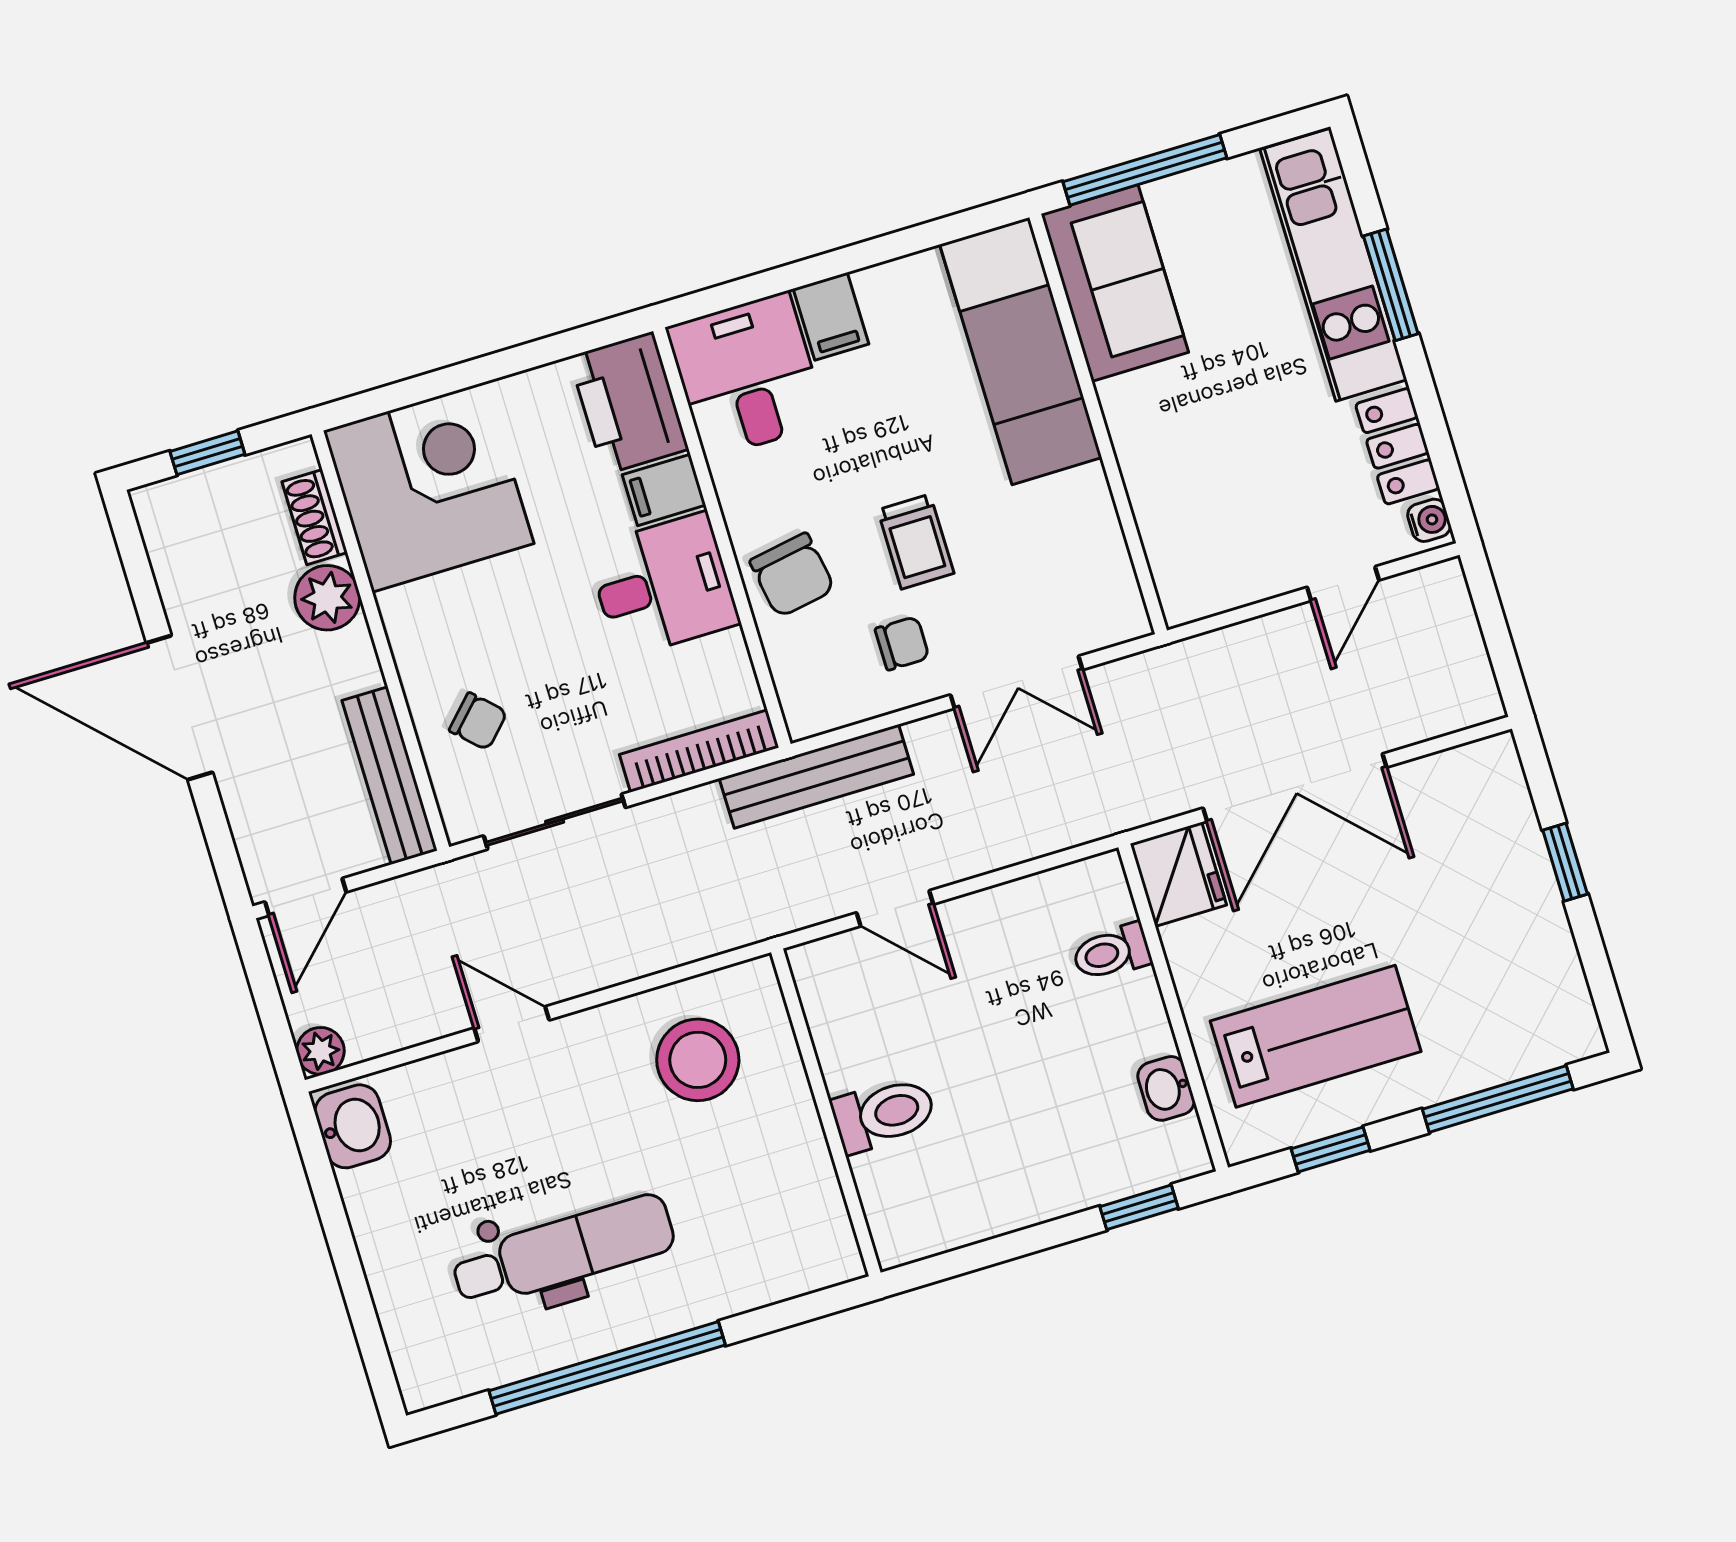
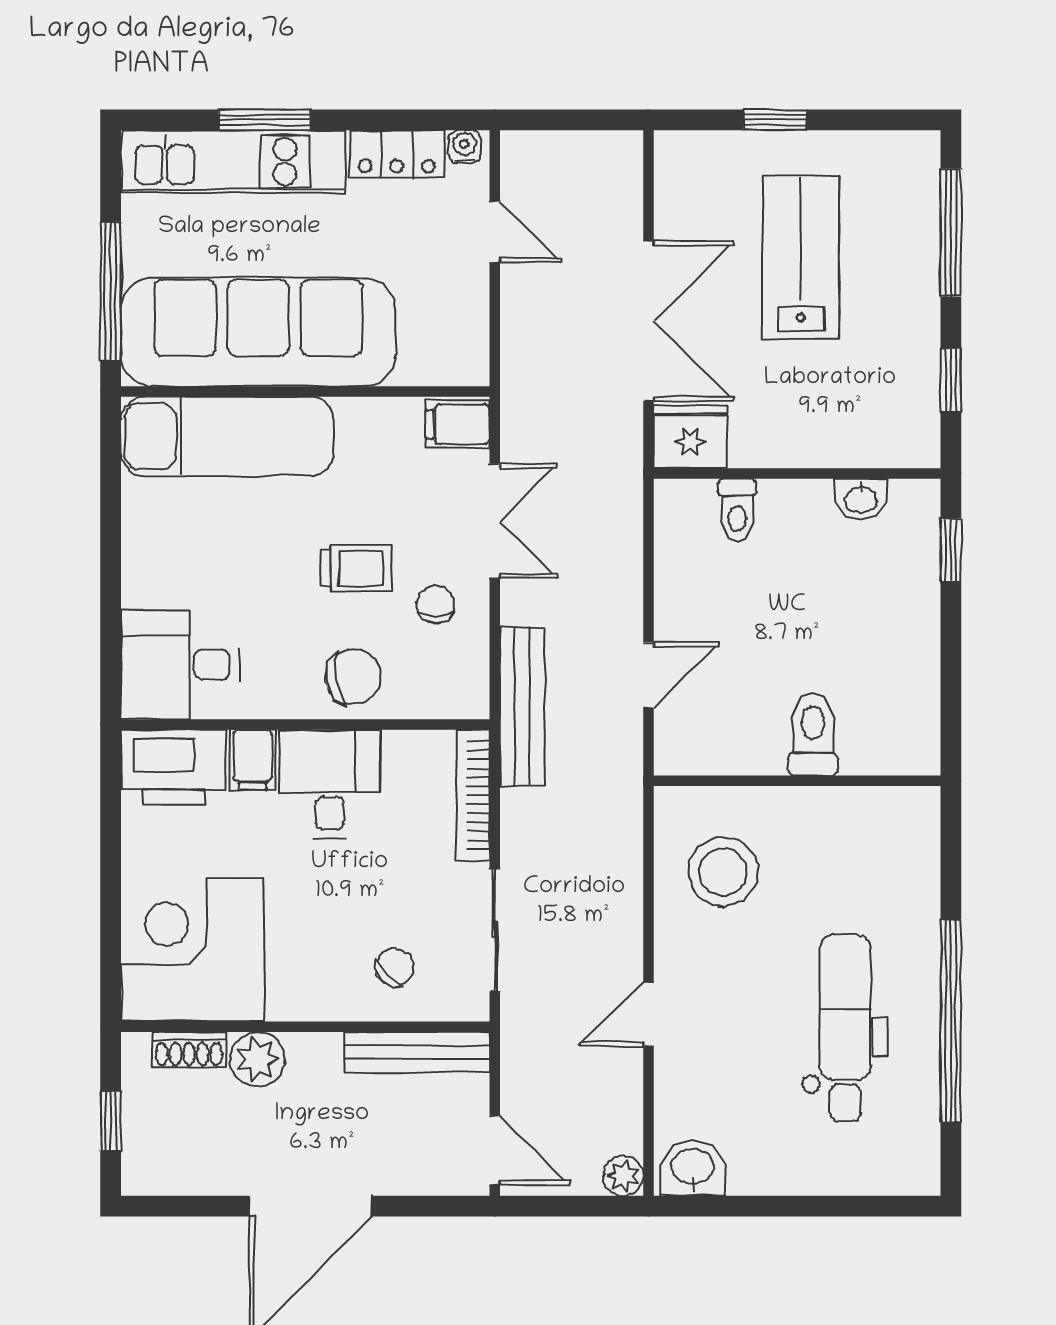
sofa: (1115, 283) -> (258, 332), width x1.85, depth x1.27
filing cabinet: (831, 316) -> (458, 424), moved, turned 180
lab bench: (1316, 1036) -> (801, 257), moved

